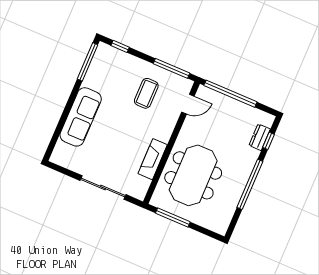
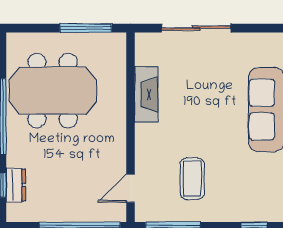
meeting table: (193, 175) -> (53, 91), moved, turned 90

